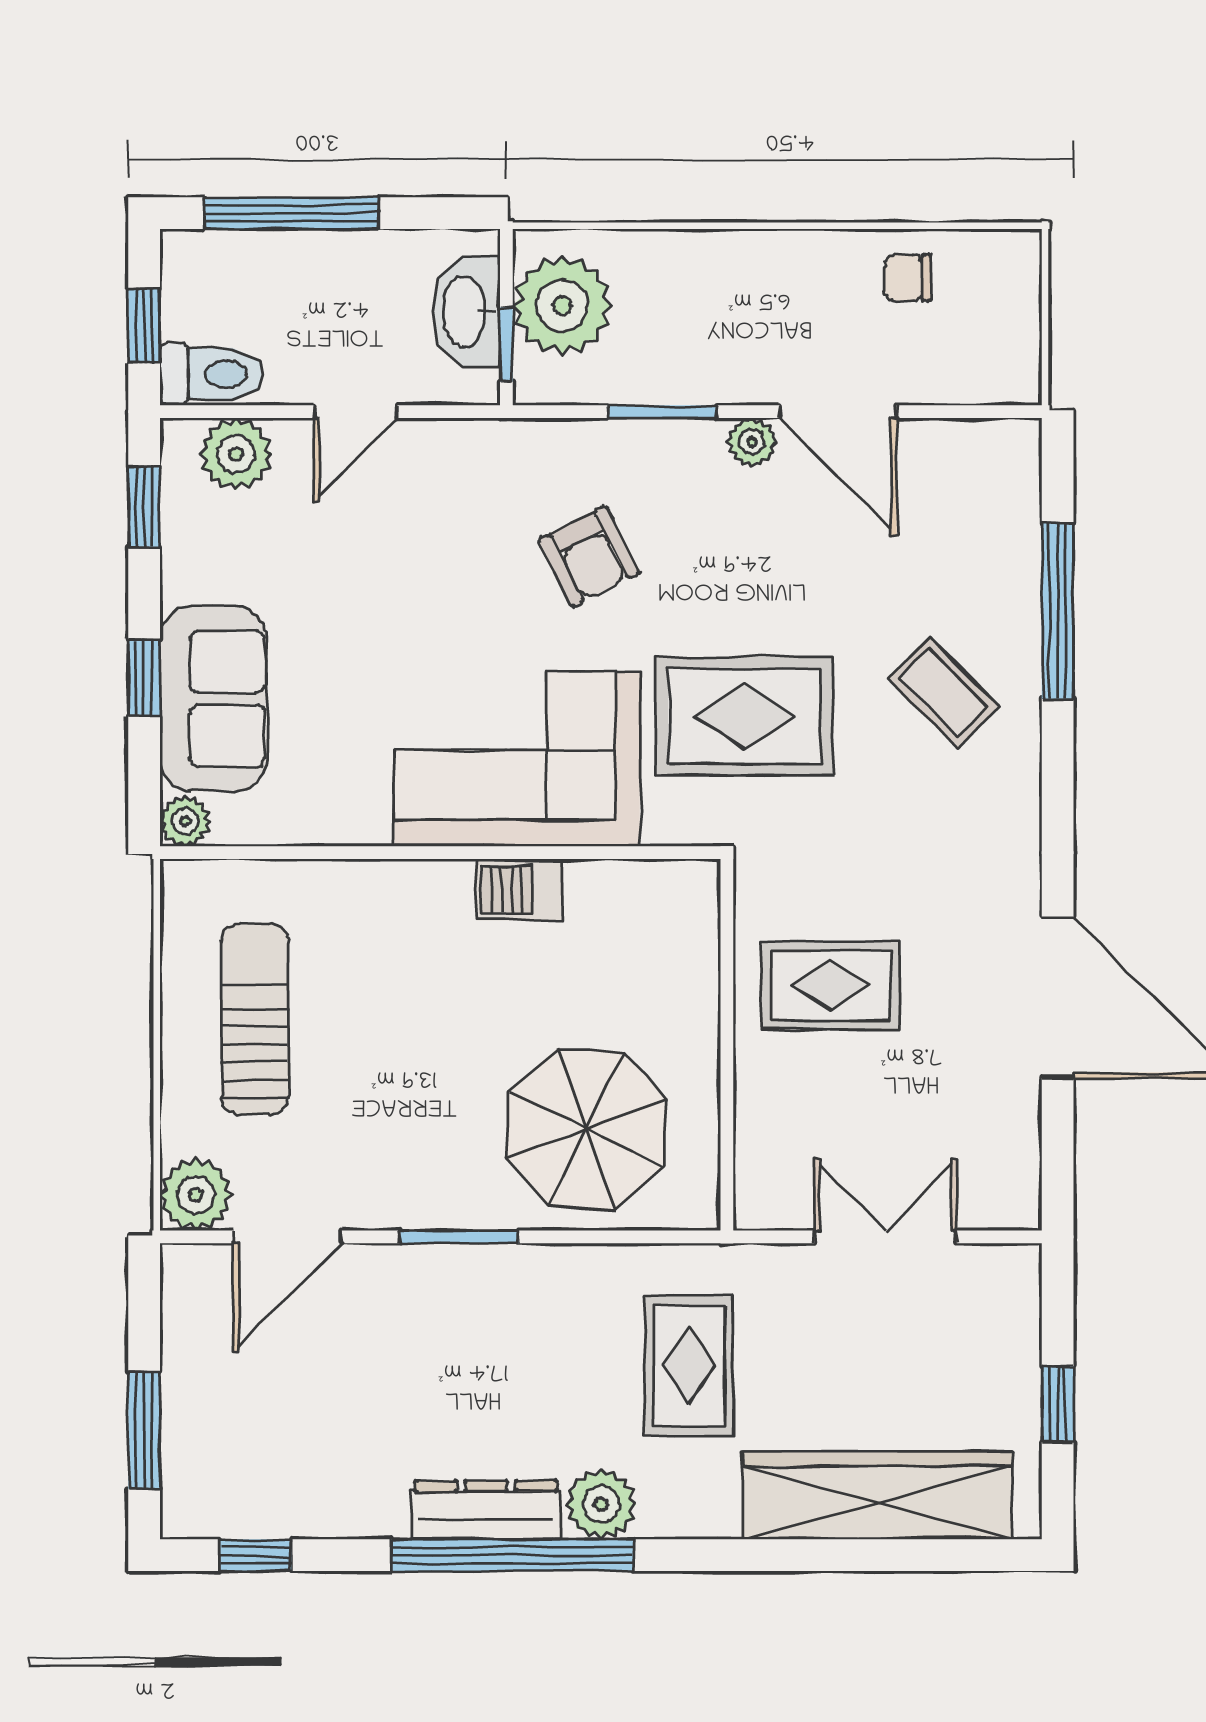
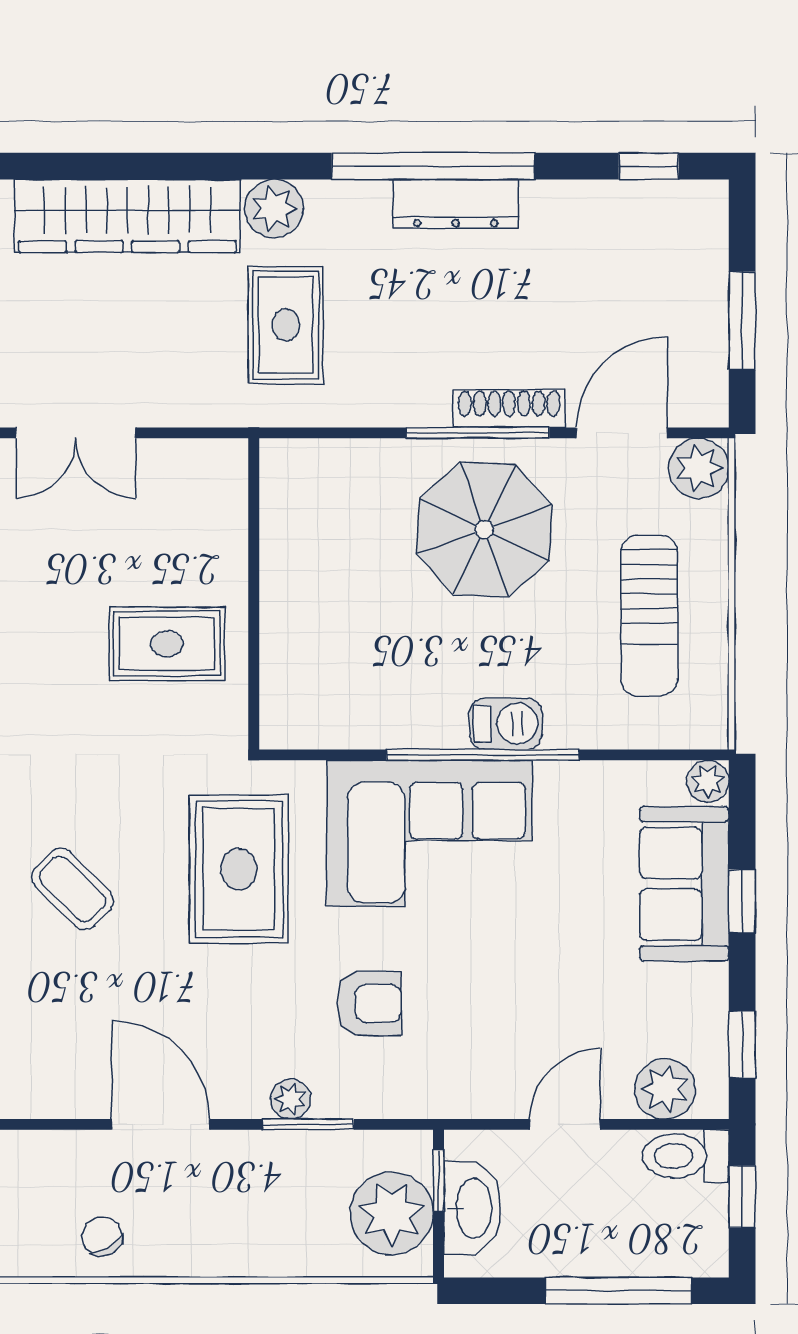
chair: (908, 278) -> (102, 1237), turned -120
plant: (752, 442) -> (291, 1099), moved
armchair: (589, 556) -> (369, 1003), turned 117
rug: (745, 716) -> (239, 869), turned 90
window: (454, 853) -> (483, 755), added
barbecue: (520, 890) -> (506, 724), moved
parasol: (586, 1129) -> (484, 530), moved
window: (459, 1237) -> (478, 433), width x1.44
double door: (885, 1237) -> (76, 433), moved
shoe rack: (422, 1266) -> (509, 408), added
window: (144, 1430) -> (742, 321), moved
plant: (601, 1504) -> (274, 209), moved

